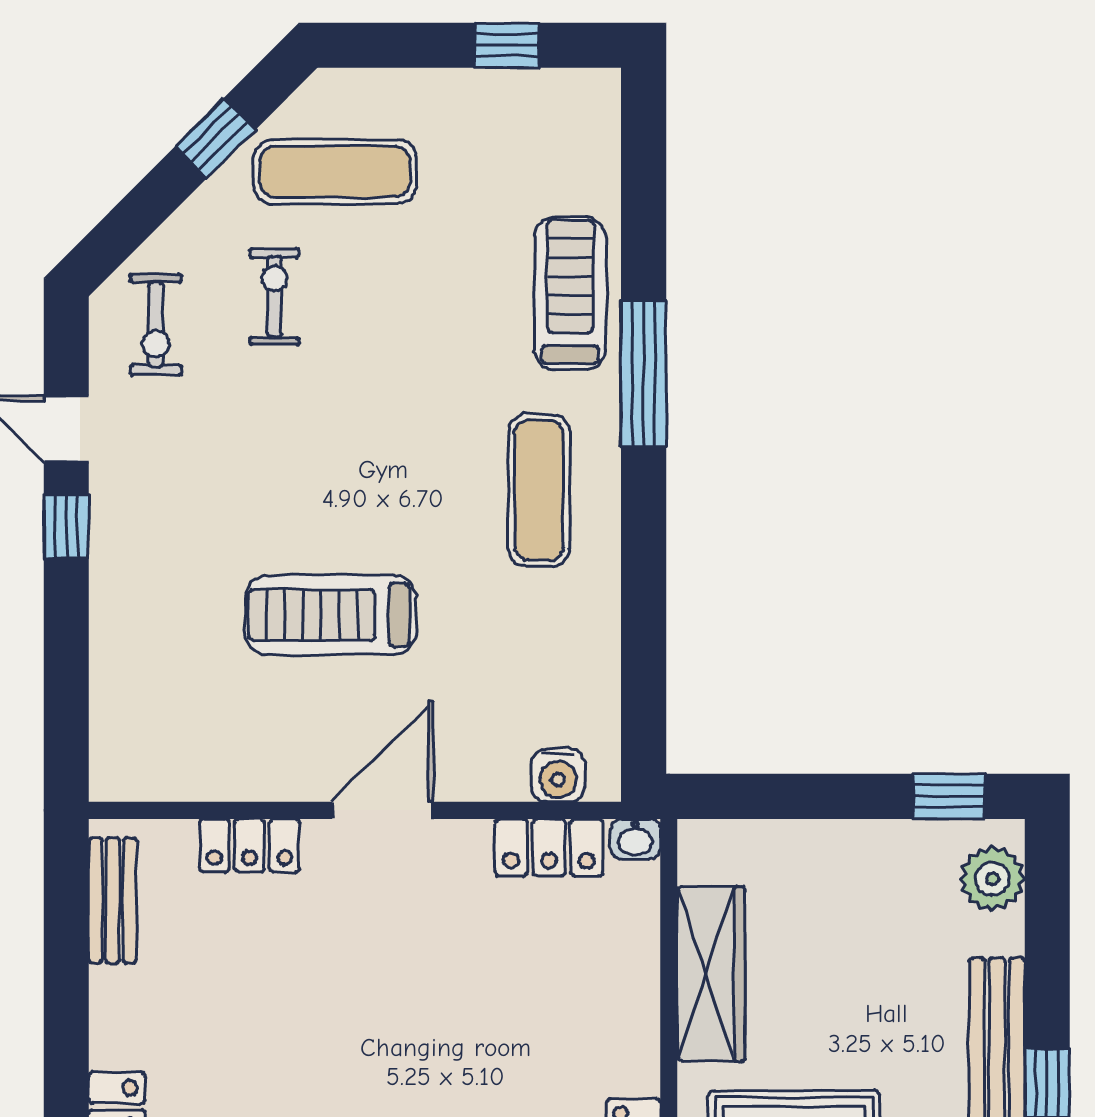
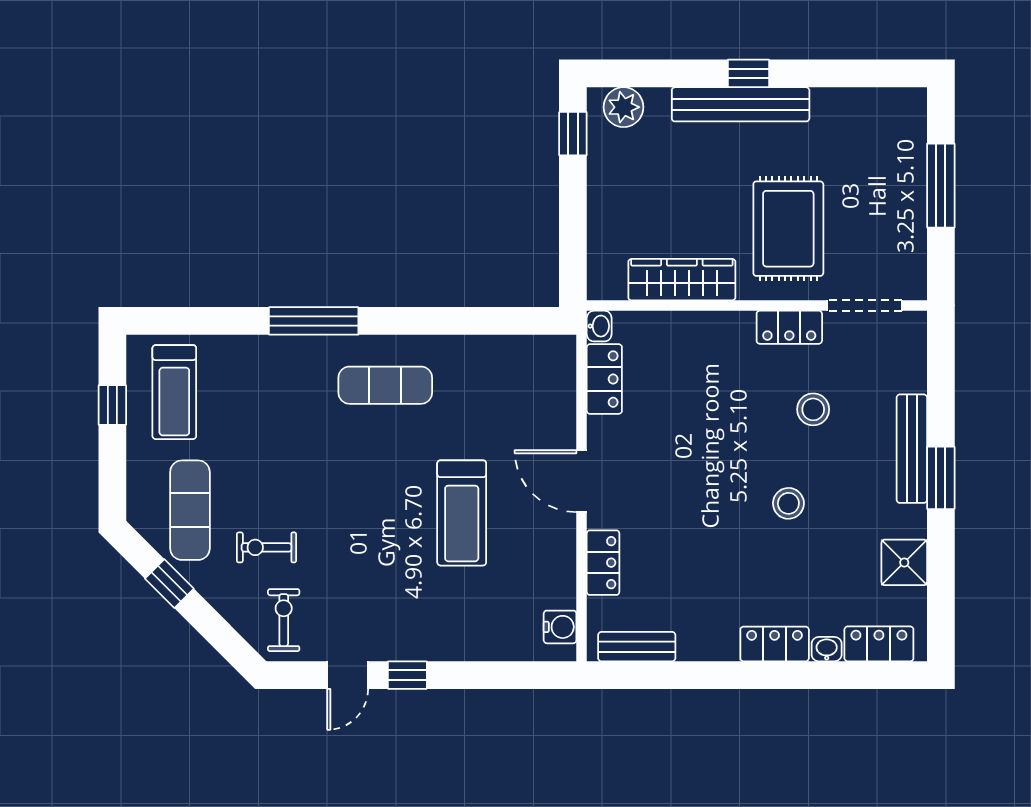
treadmill: (570, 293) -> (174, 392), moved, turned -90
exercise bike: (156, 325) -> (284, 620), turned -90
water cooler: (558, 775) -> (560, 627), moved

